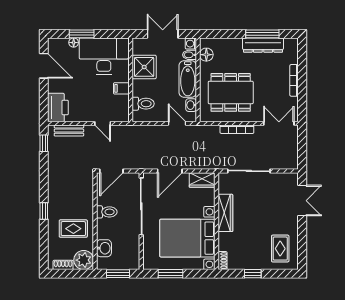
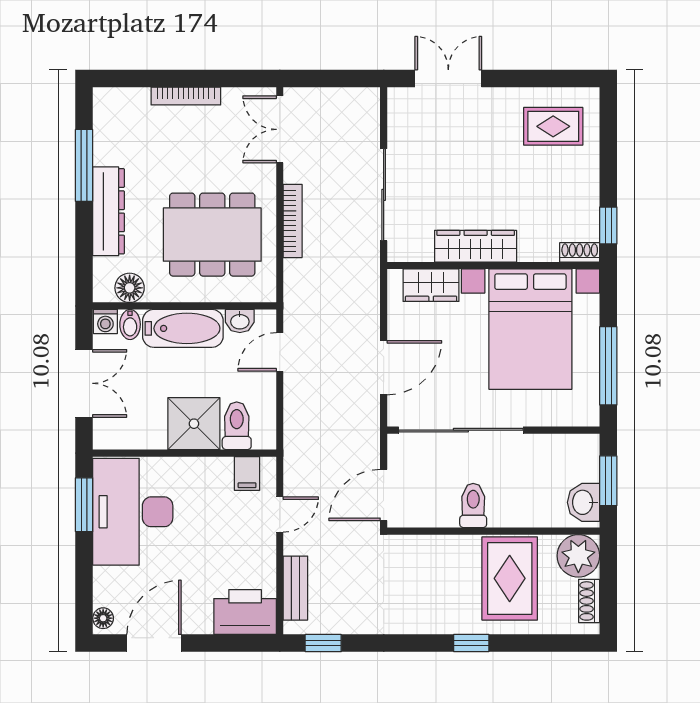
window: (82, 34) -> (84, 505), moved
double door: (163, 34) -> (84, 383), swing flipped
floor lamp: (74, 43) -> (103, 618), moved
dresser: (263, 45) -> (109, 211), moved
shower: (144, 67) -> (194, 424), moved
filing cabinet: (121, 88) -> (247, 473), moved
dining table: (231, 92) -> (212, 235), turned 90
door: (111, 171) -> (384, 495), swing flipped
door: (170, 171) -> (384, 368), hinge flipped
wardrobe: (202, 180) -> (431, 285), moved, turned 90
rug: (73, 229) -> (510, 578), width x1.36, depth x1.43
washbasin: (104, 248) -> (584, 502), moved, turned -90
window: (171, 274) -> (608, 366), width x1.44
window: (253, 274) -> (608, 226), moved

